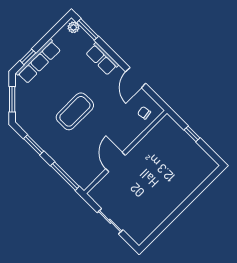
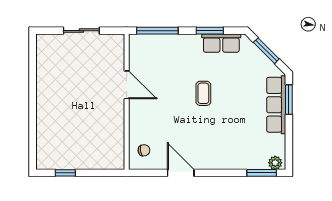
window: (28, 57) -> (289, 100), width x1.50
row of seats: (102, 59) -> (221, 43), moved, turned 180
coffee table: (75, 111) -> (203, 93), width x0.54, depth x0.58
window: (192, 134) -> (65, 173), moved

